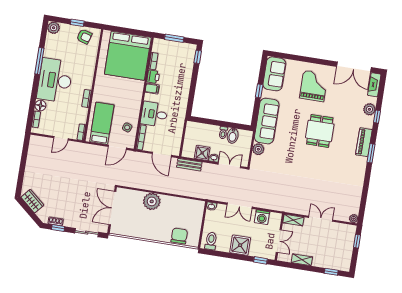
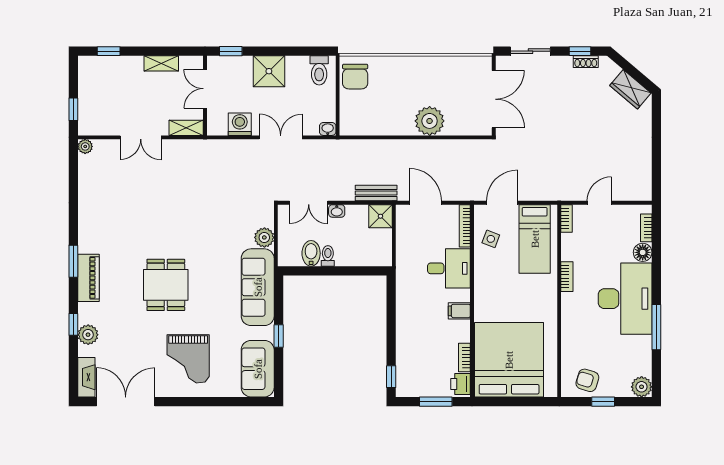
printer: (153, 77) -> (461, 384), moved
shower: (202, 153) -> (380, 216), moved
chair: (179, 236) -> (355, 77), moved

